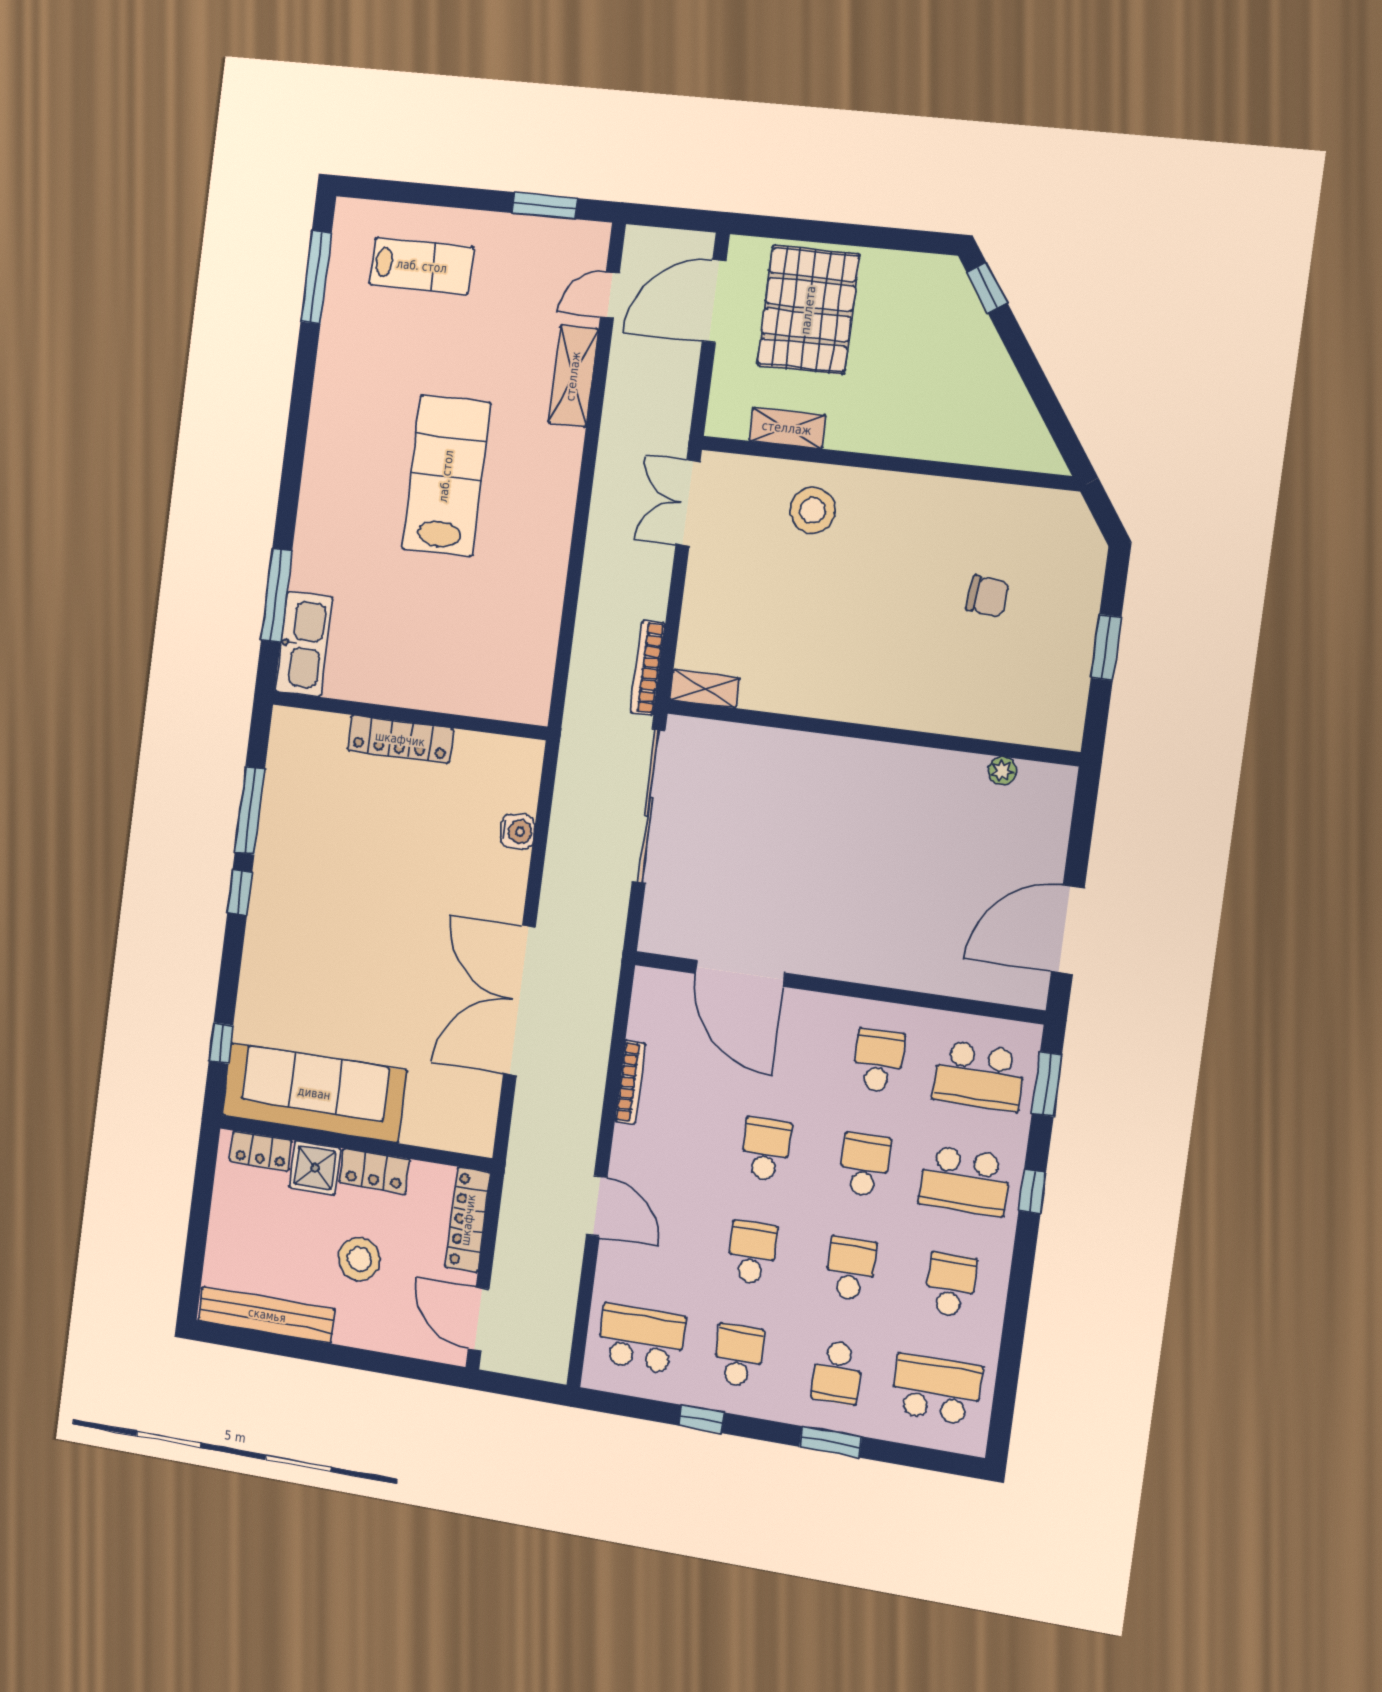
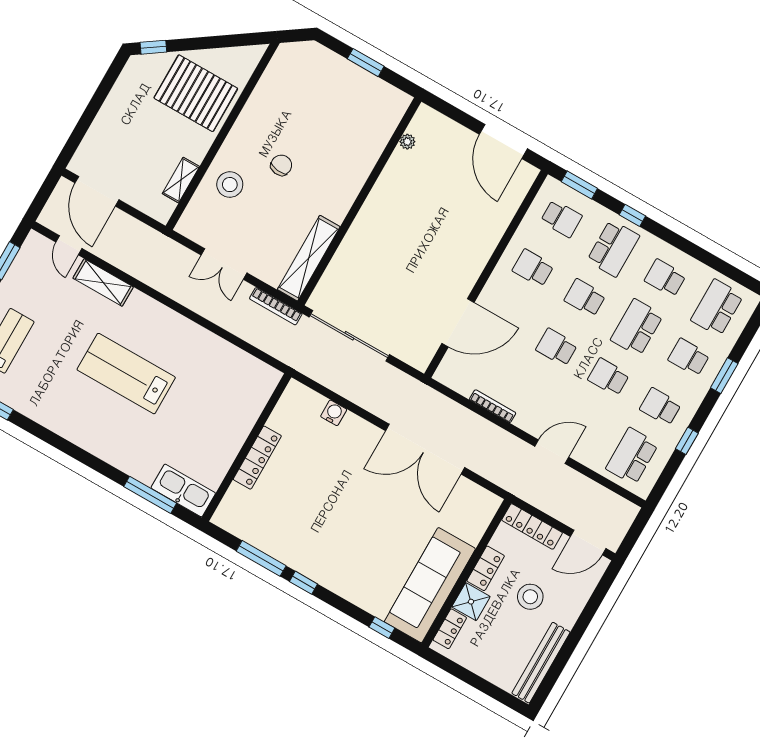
pallet: (808, 310) -> (196, 93), moved
double door: (688, 503) -> (224, 264), moved
chair: (987, 596) -> (281, 165), moved
shelving: (705, 689) -> (309, 258), width x2.20, depth x1.33
school desk: (979, 1076) -> (561, 219), width x0.54
school desk: (851, 1269) -> (637, 327), width x1.85
school desk: (837, 1372) -> (689, 357), turned 180

